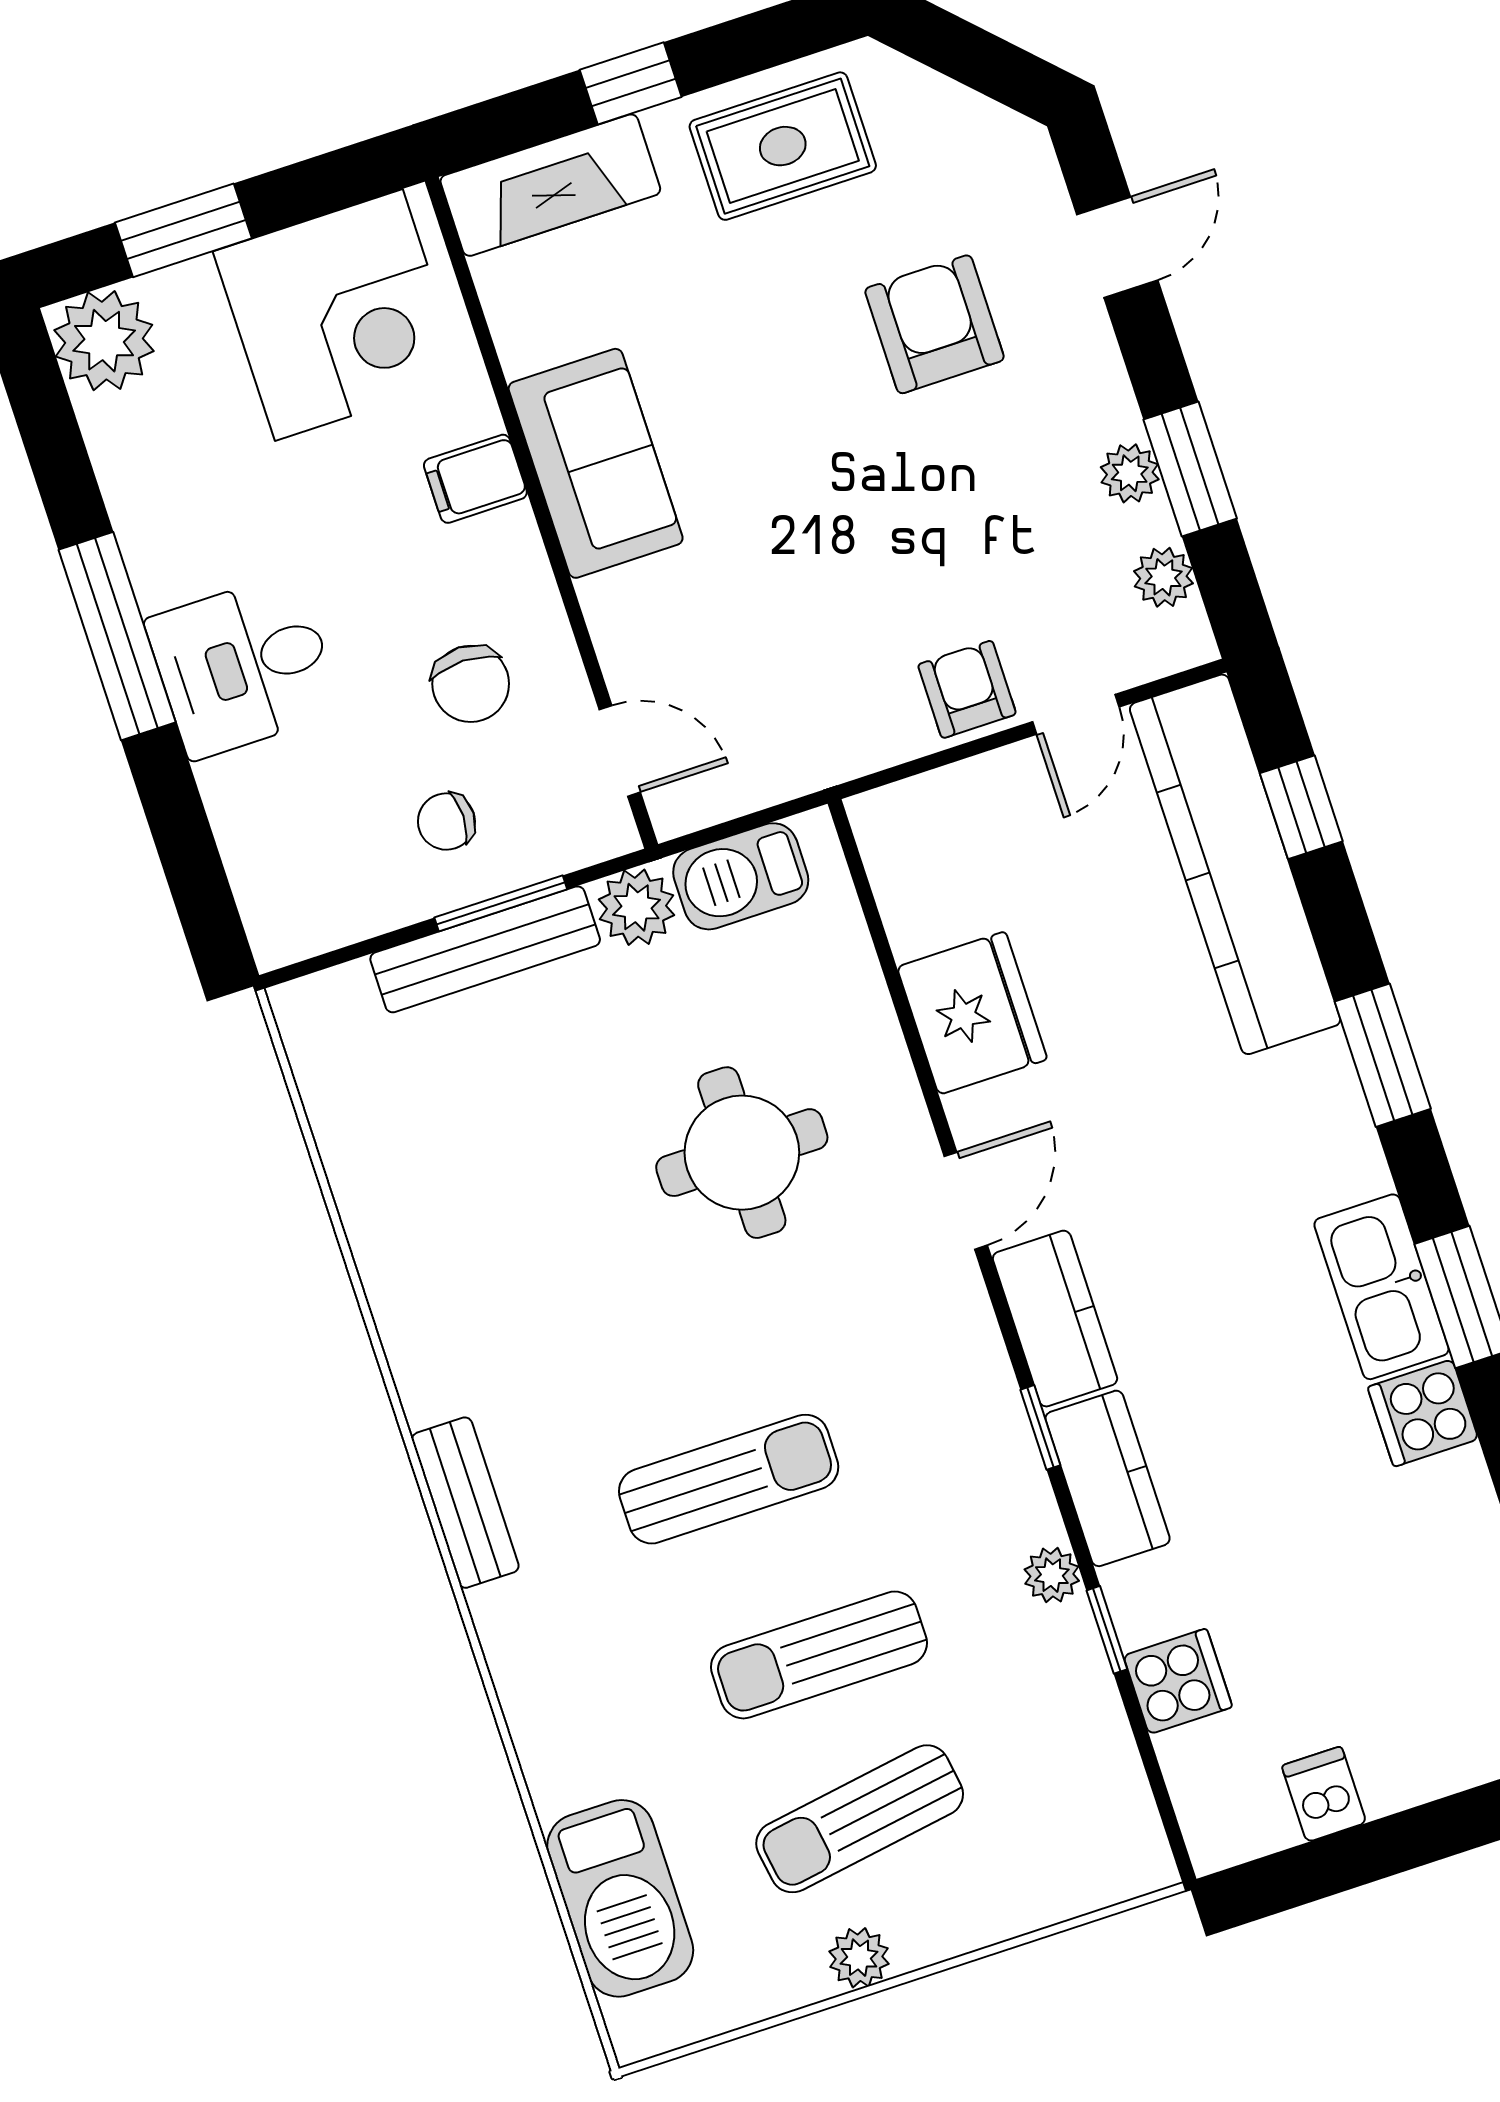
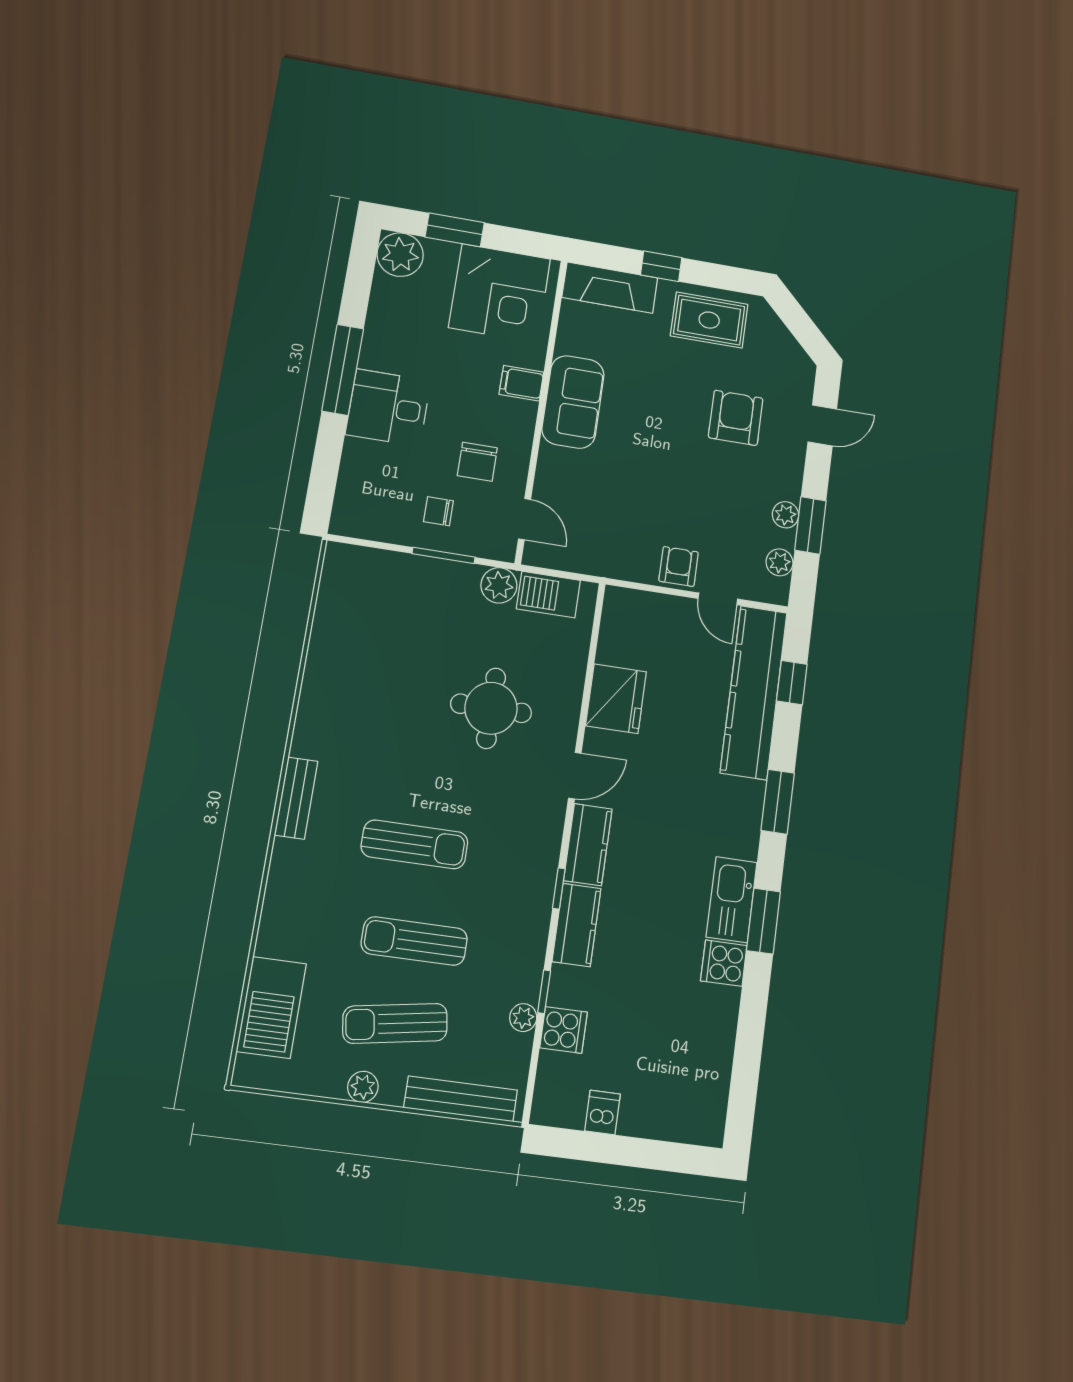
door: (1076, 714) -> (718, 599), hinge flipped
bench: (485, 949) -> (461, 1099), moved
plant: (1052, 1575) -> (523, 1018), moved

